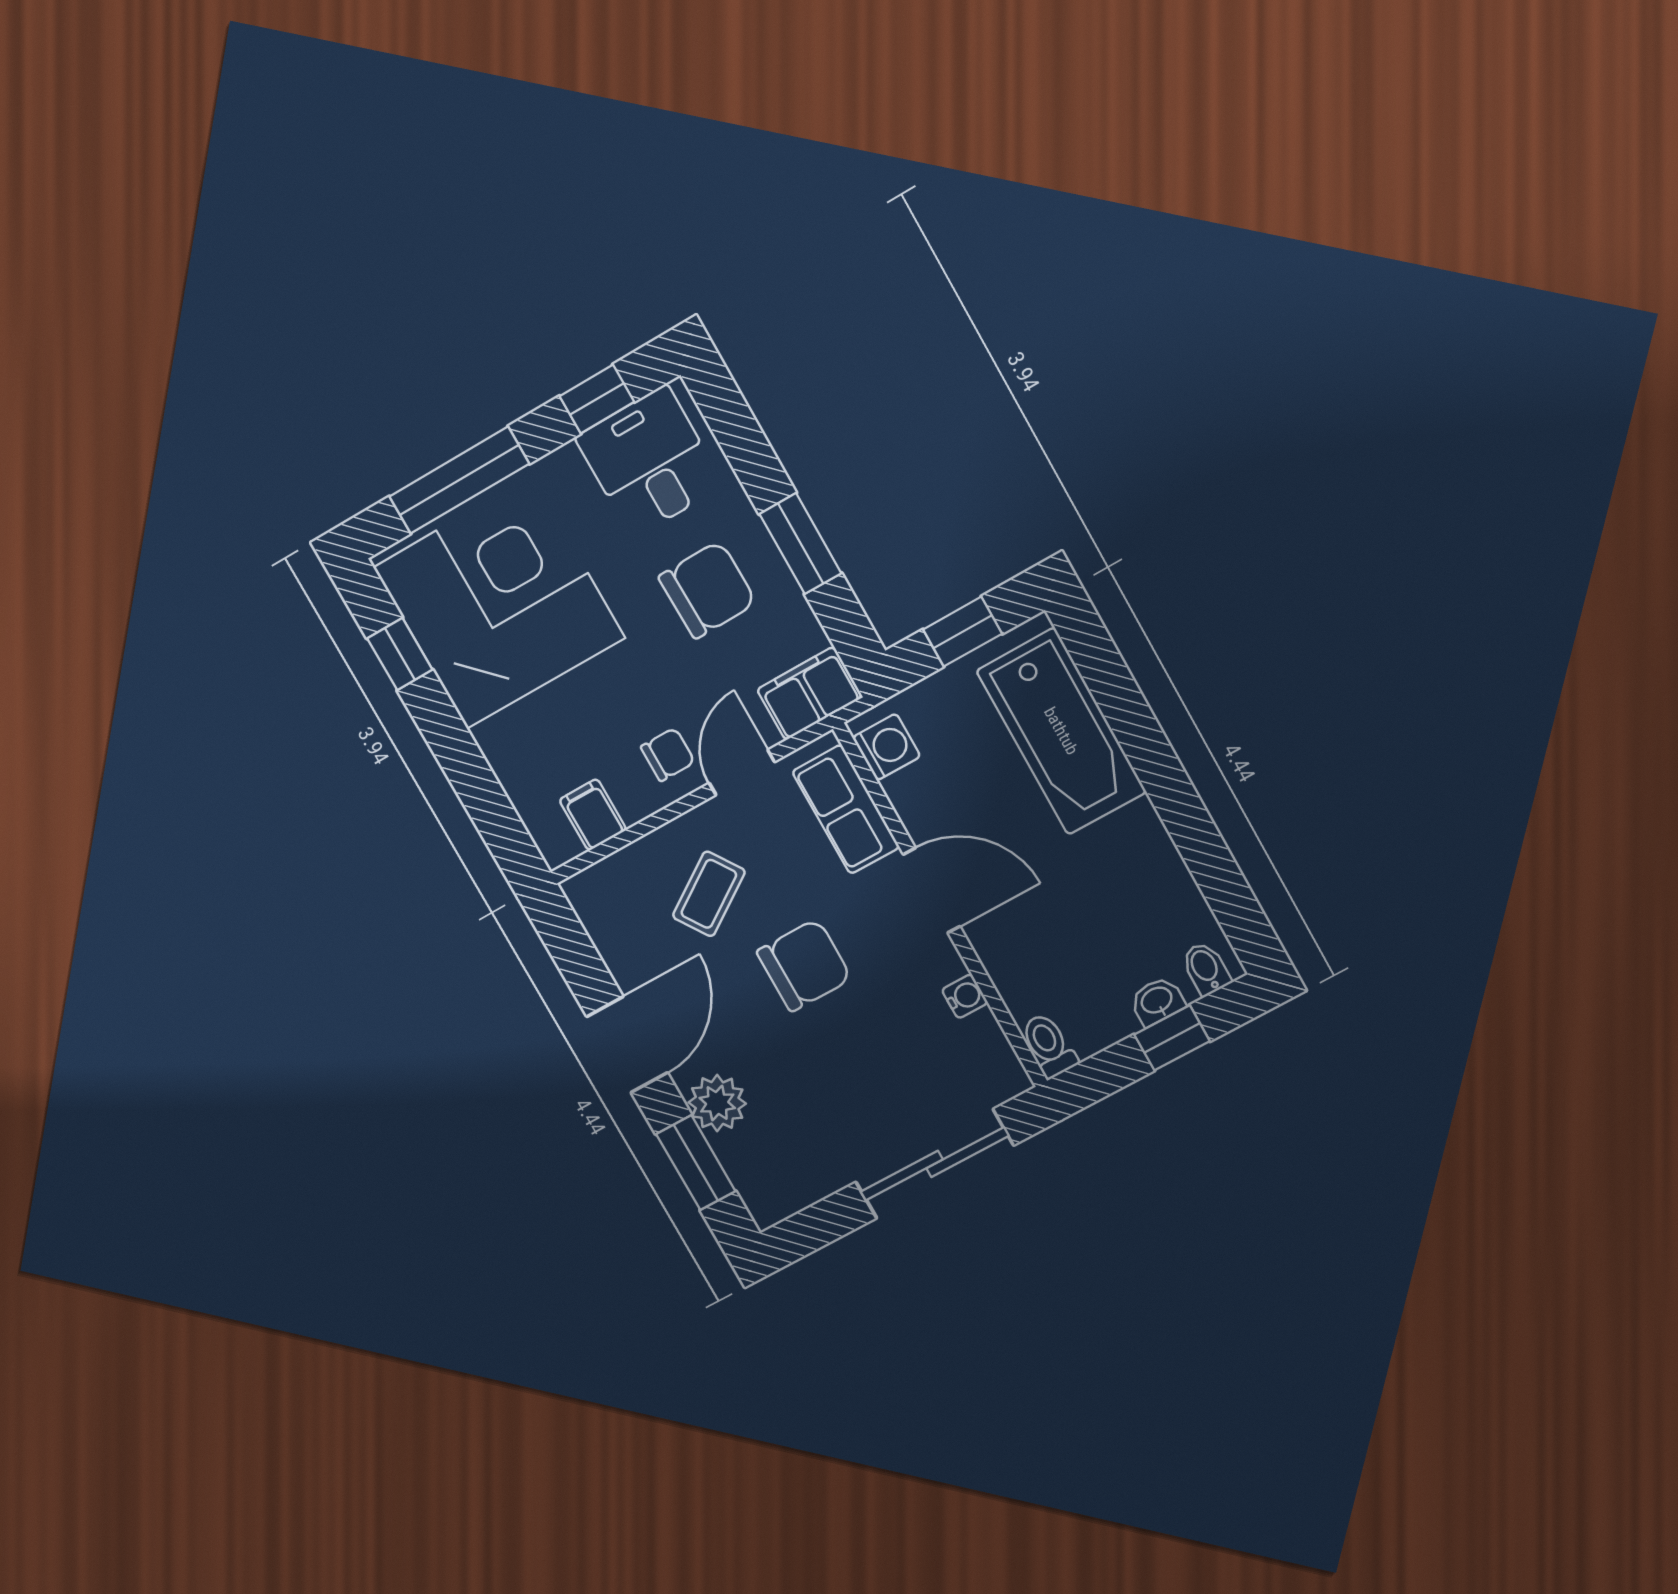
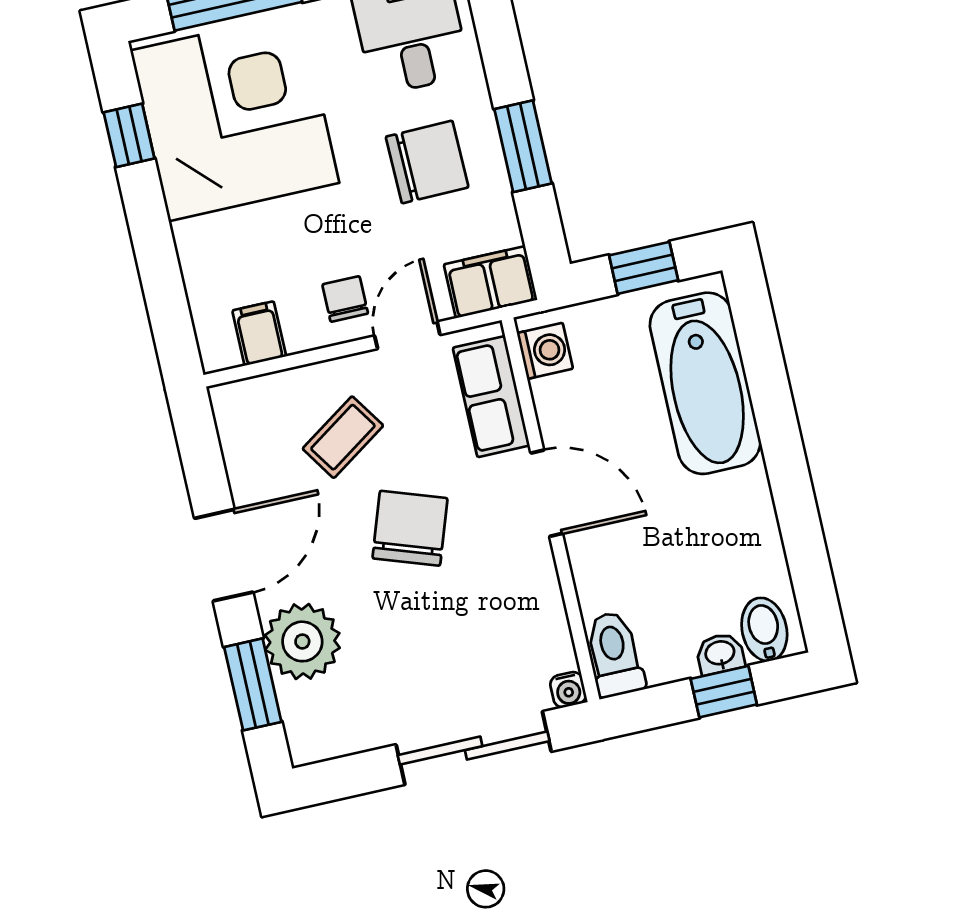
chair: (668, 754) -> (345, 299), turned -90
chair: (804, 965) -> (410, 528), turned -71
bidet: (1206, 969) -> (764, 629), width x1.38, depth x1.36
water cooler: (965, 996) -> (568, 690), moved, turned 90
toilet: (1049, 1045) -> (615, 654), width x1.37, depth x1.39
plant: (717, 1103) -> (302, 641), width x1.36, depth x1.36

